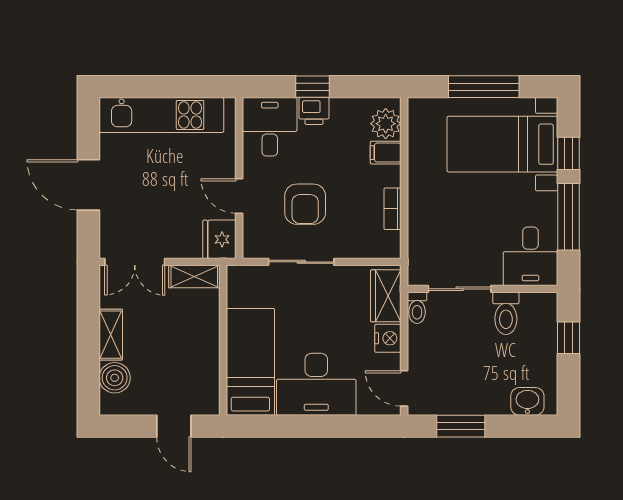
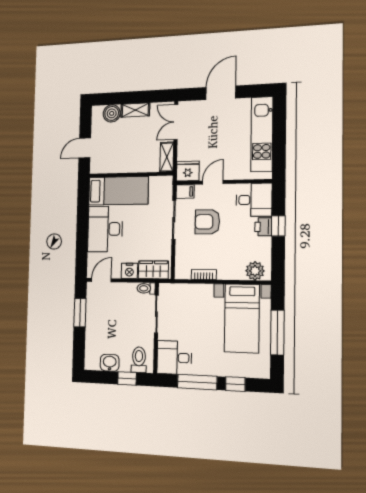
bed with nightstands: (502, 144) -> (242, 318), moved, turned 180
filing cabinet: (386, 153) -> (185, 192), moved, turned 90
toilet: (506, 313) -> (139, 360), moved, turned 90
washbasin: (527, 401) -> (110, 363), moved, turned -90

